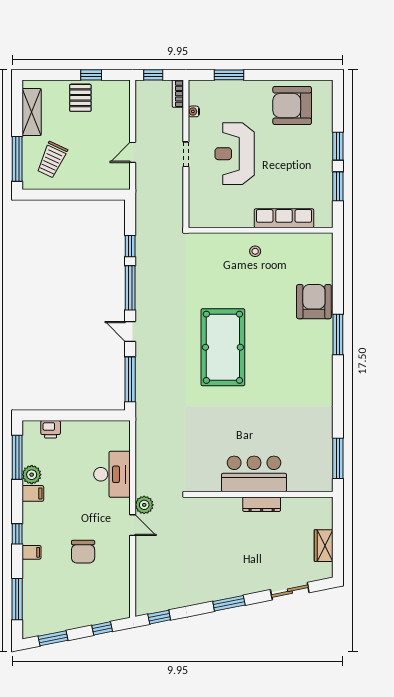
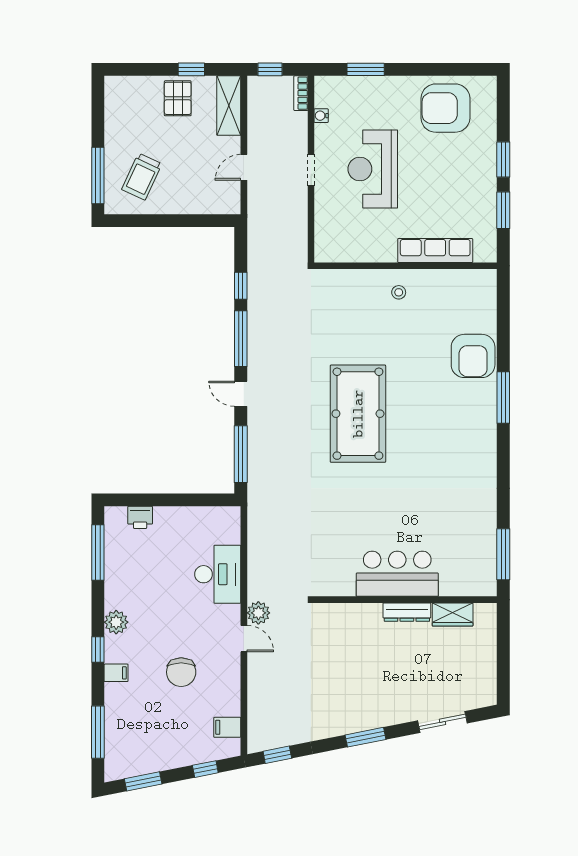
shelving: (32, 112) -> (229, 106), moved
armchair: (314, 302) -> (473, 356), turned 180
plant: (32, 475) -> (116, 622), moved
filing cabinet: (33, 493) -> (227, 727), moved, turned 180
wardrobe: (324, 546) -> (453, 615), moved, turned -90

